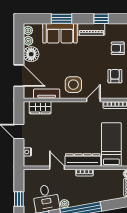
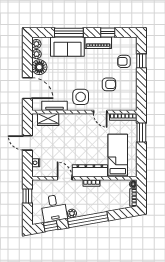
window: (61, 19) -> (69, 33), width x1.44
armchair: (115, 76) -> (109, 84), moved, turned 90
door: (93, 100) -> (100, 112), swing flipped
window: (19, 199) -> (27, 196), moved

